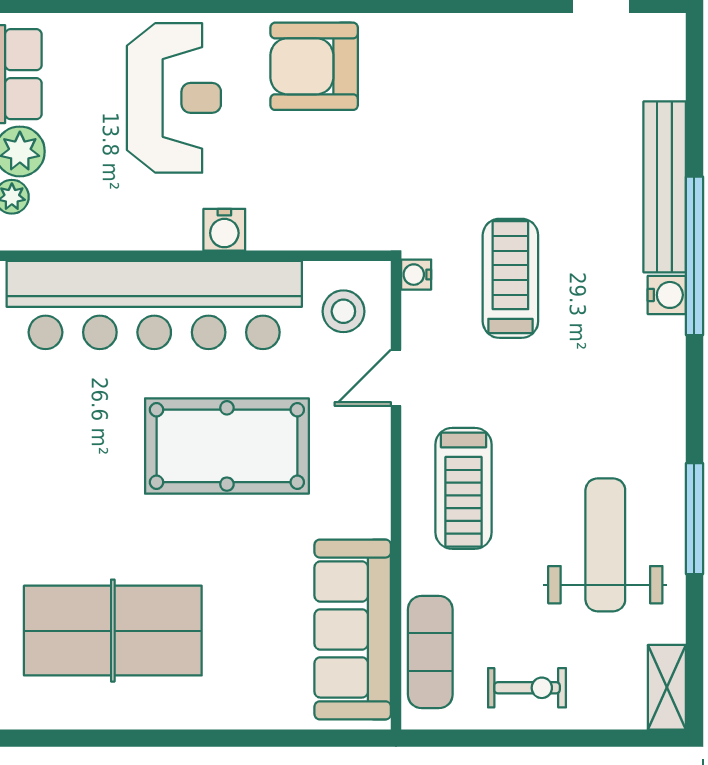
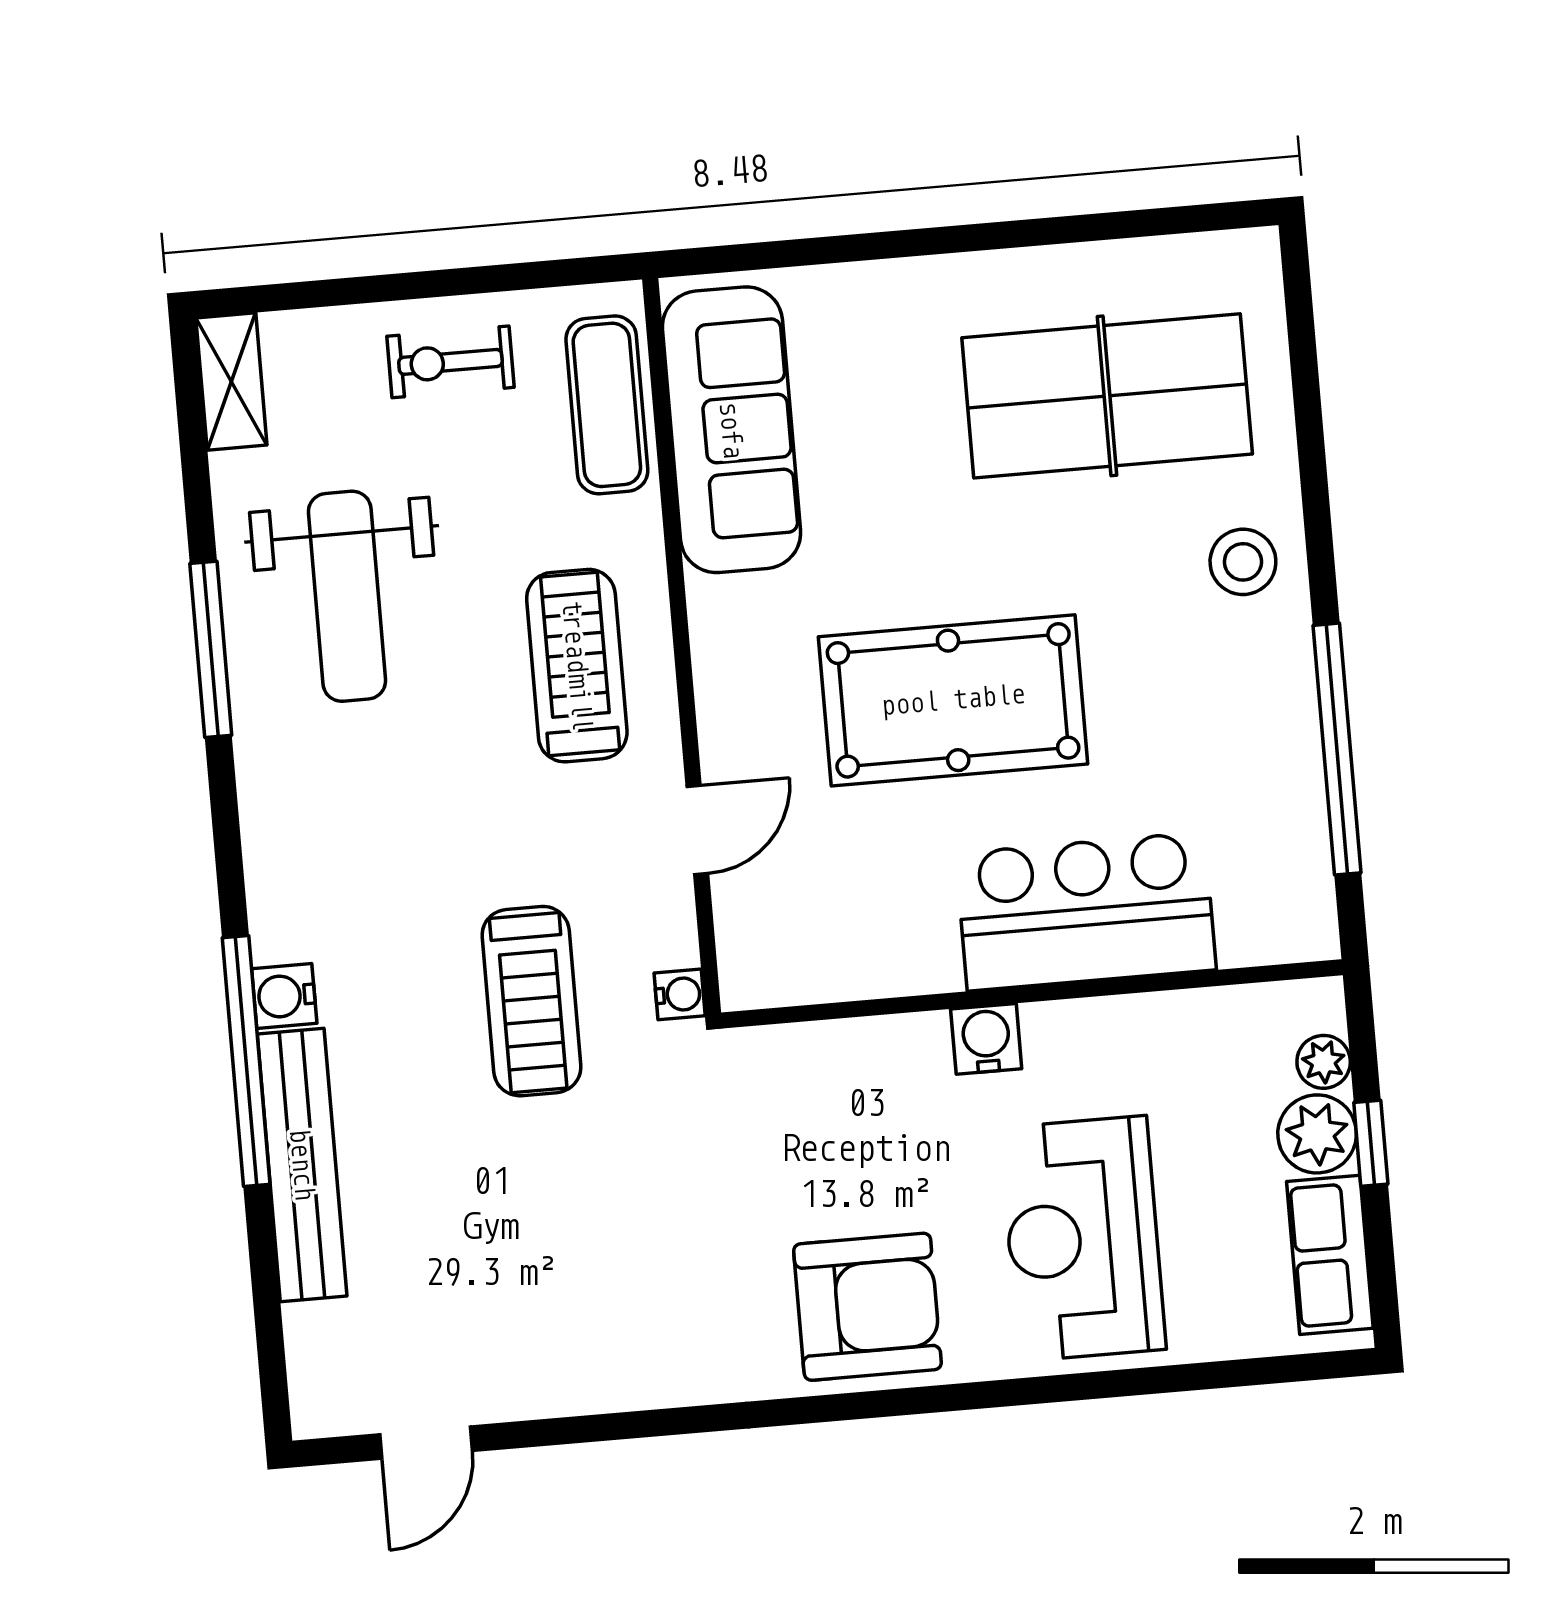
bar counter: (154, 305) -> (1086, 911), width x0.54
stool: (343, 311) -> (1243, 562), moved

